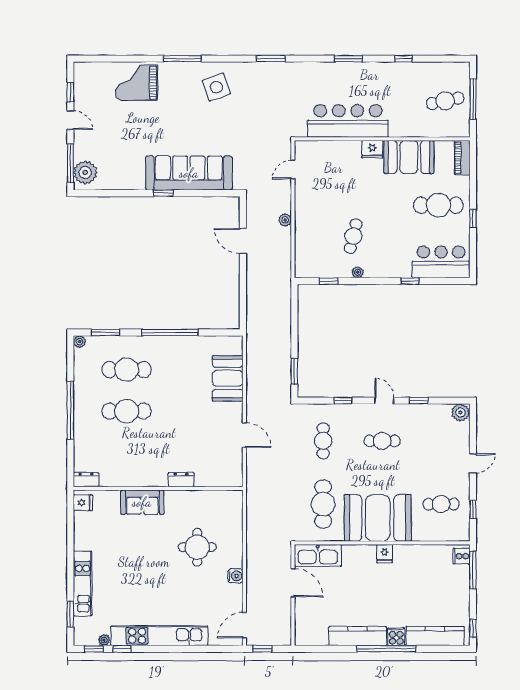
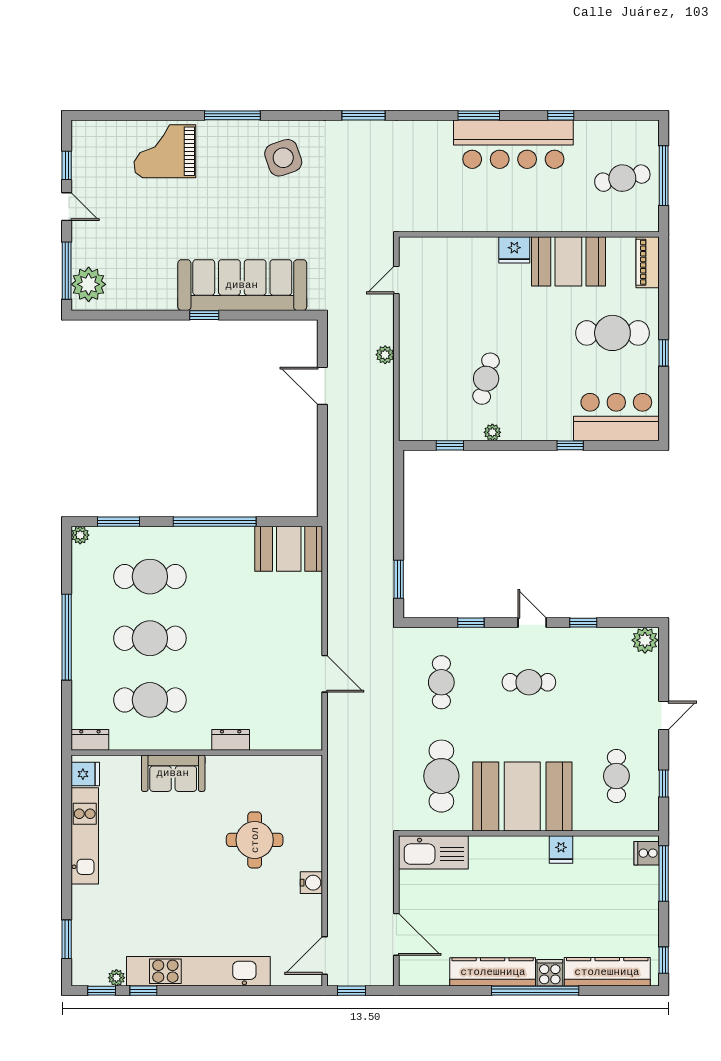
bar counter: (348, 121) -> (513, 144), moved, turned 180
booth: (228, 378) -> (289, 549), moved, turned 90
cafe table: (127, 453) -> (150, 700), added
cafe table: (441, 504) -> (616, 776), turned 90
fridge: (385, 554) -> (561, 850), moved
kitchen unit: (83, 583) -> (85, 836), moved
door: (293, 583) -> (396, 934), moved

